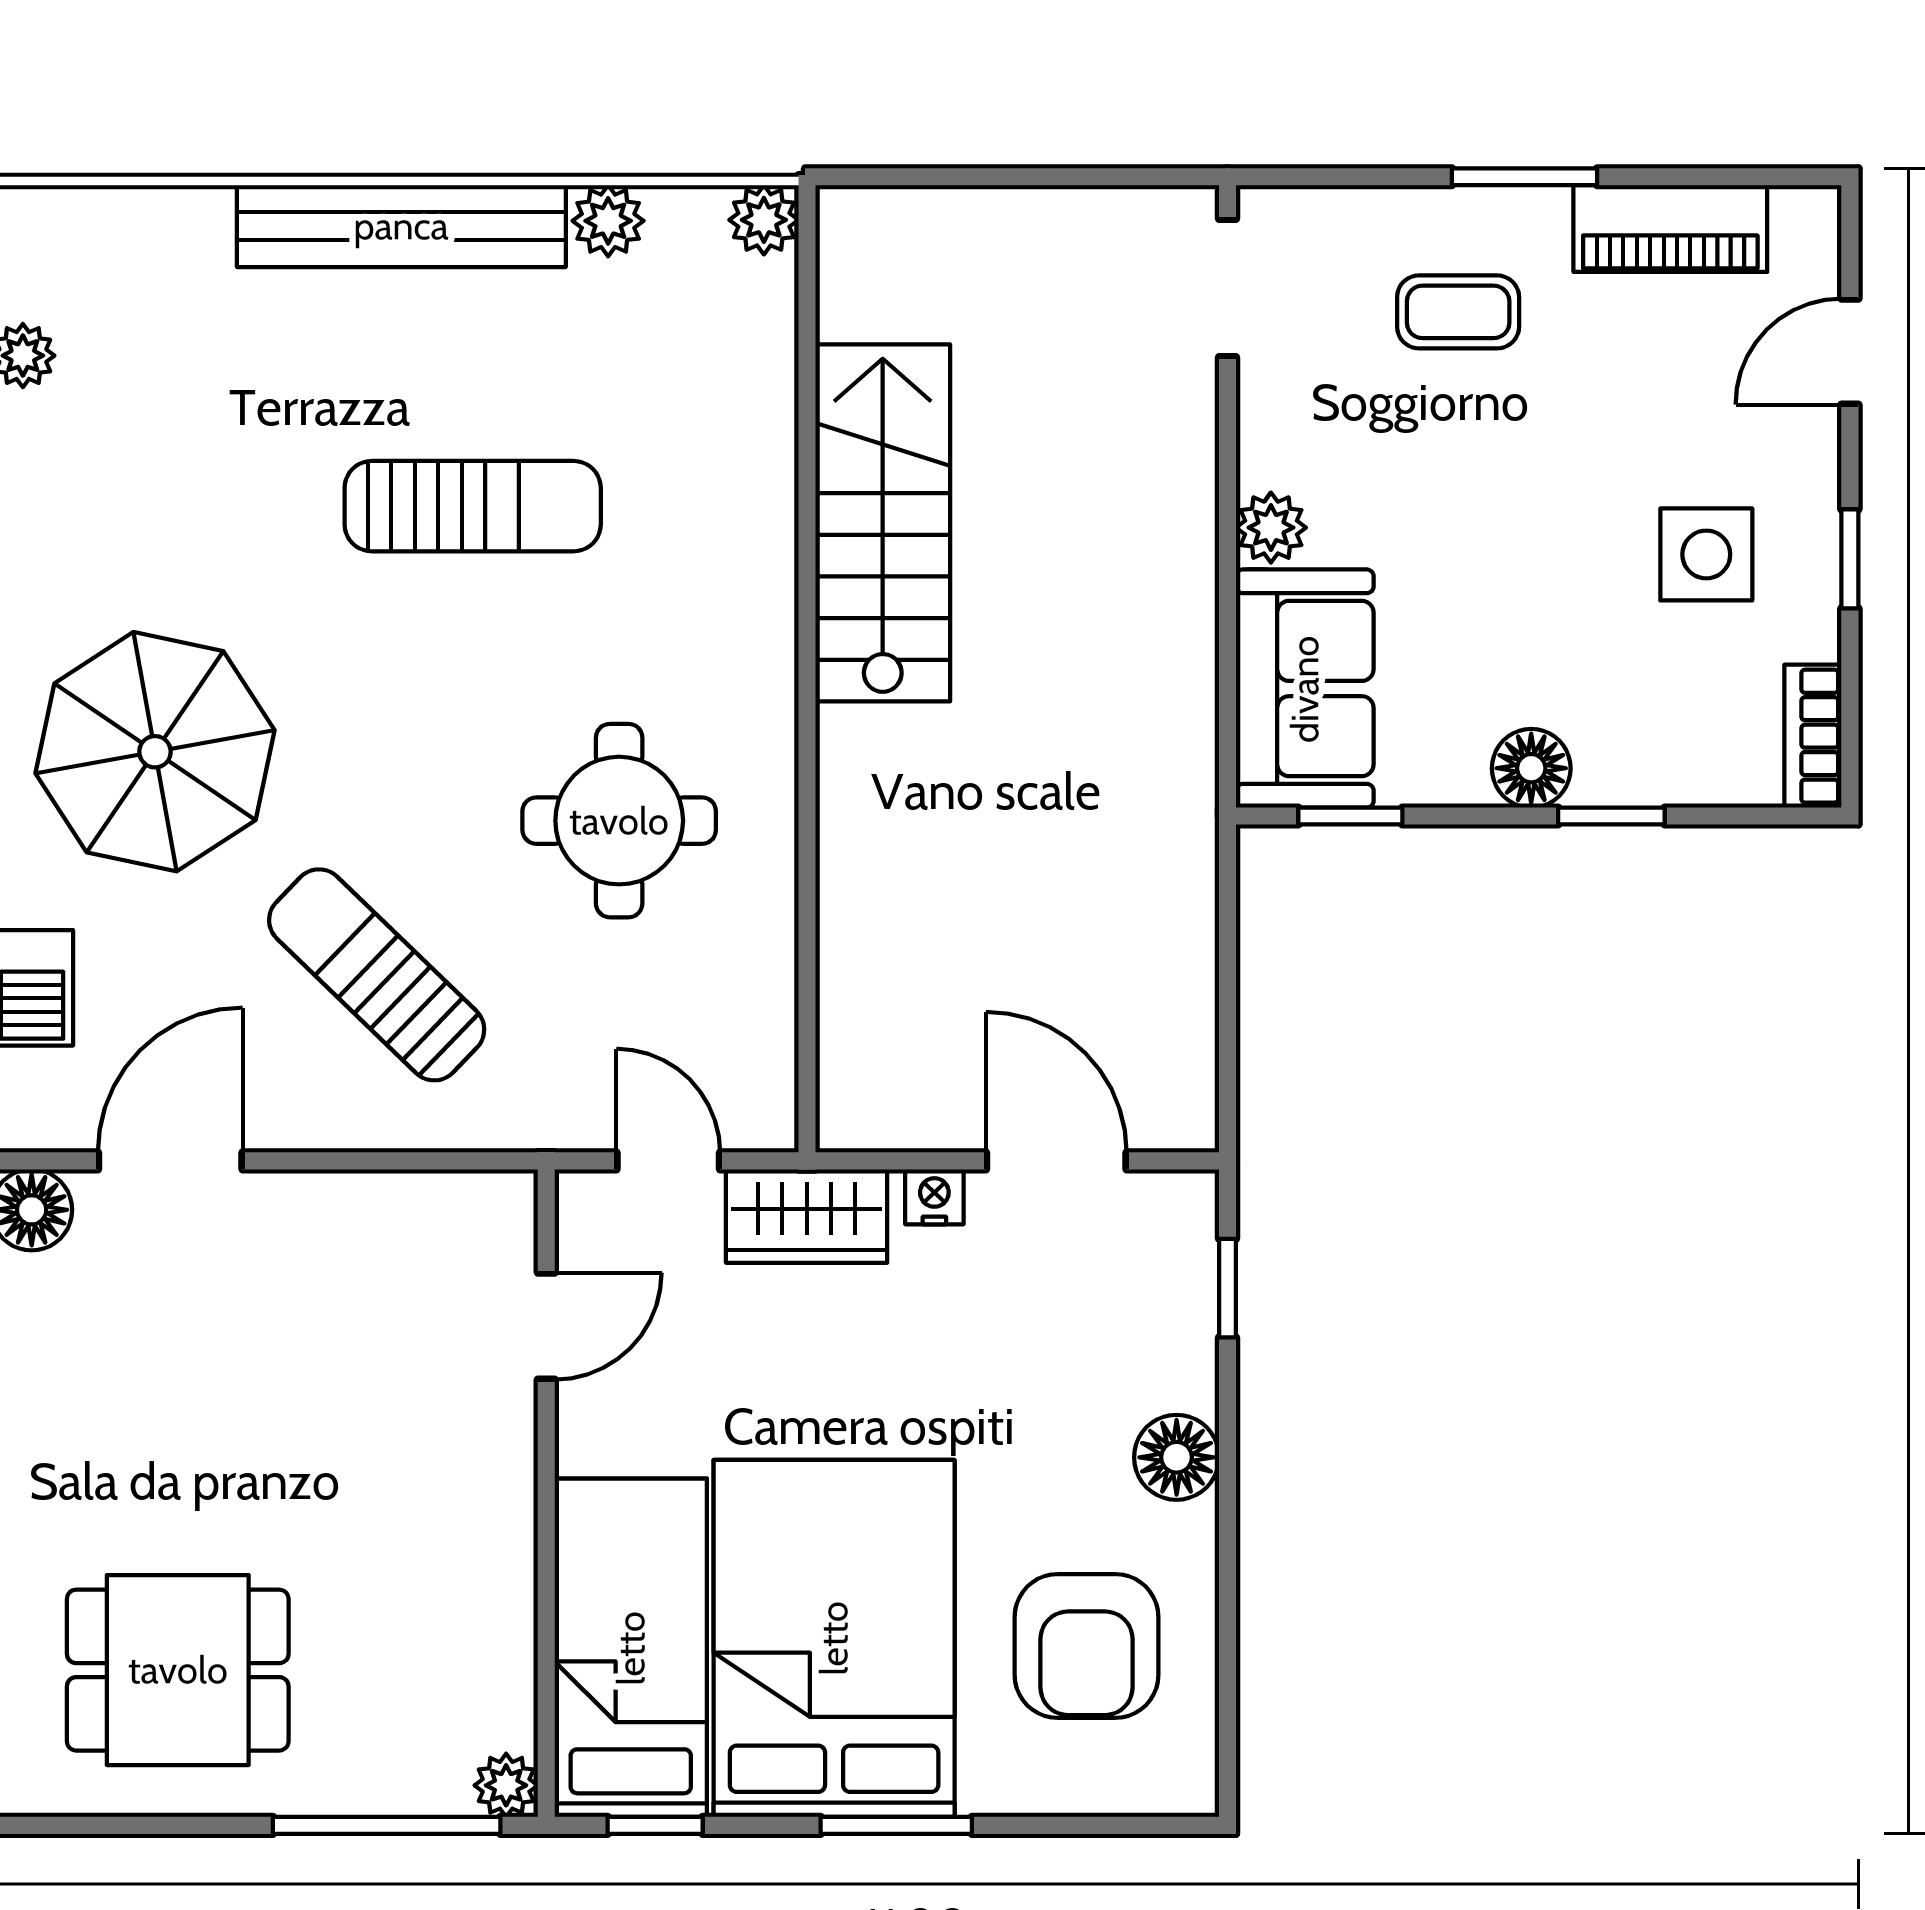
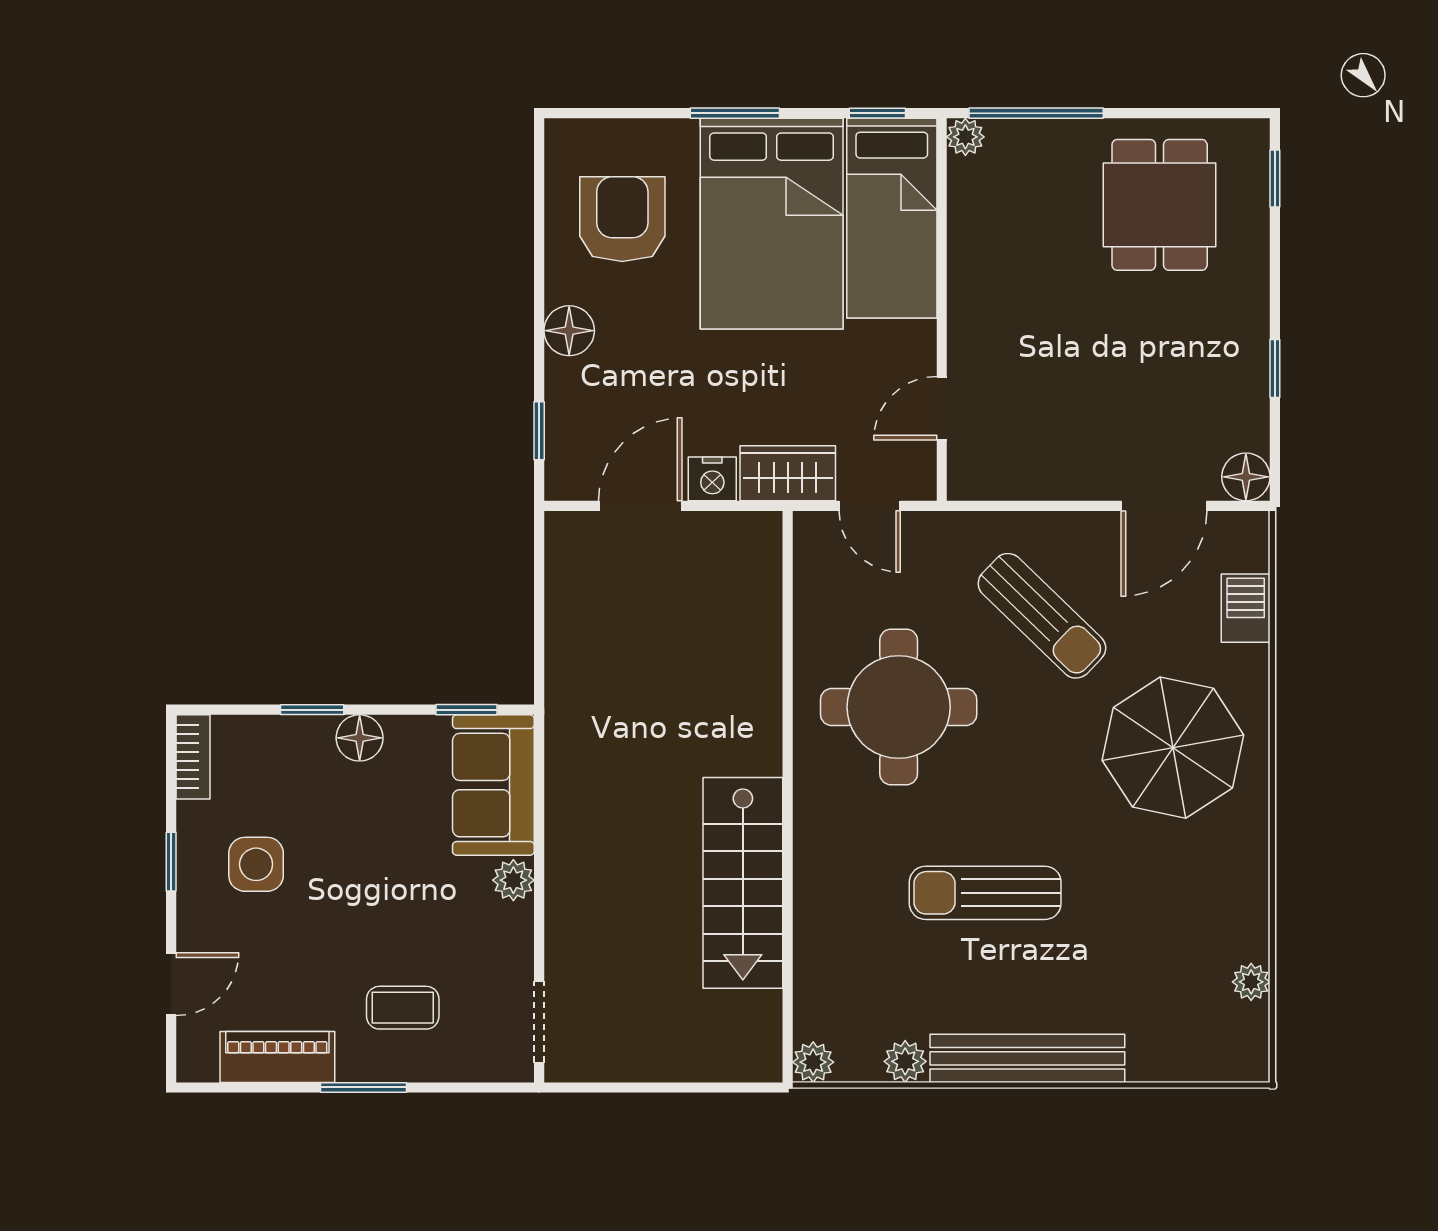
round table: (619, 821) -> (899, 707), width x1.36, depth x1.36
door: (1056, 1161) -> (640, 506), swing flipped
nightstand: (934, 1197) -> (712, 479), width x1.39, depth x1.35
dining table: (178, 1670) -> (1160, 205), turned 90

